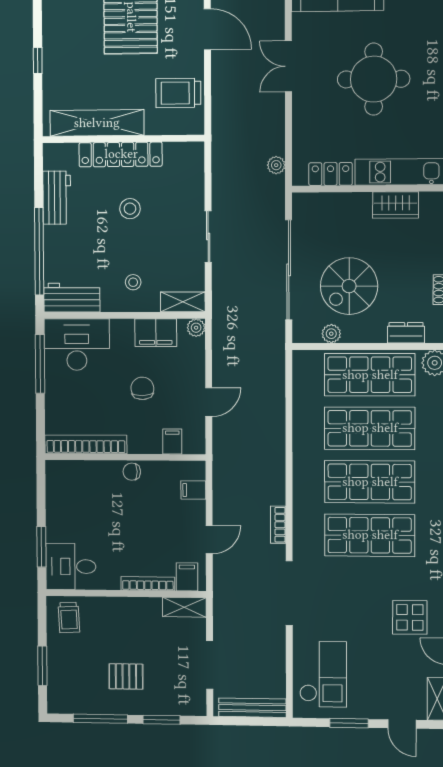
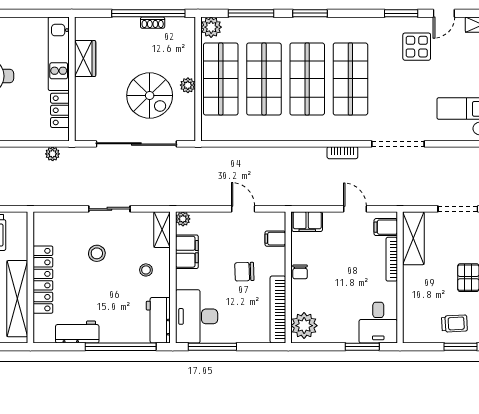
stool: (130, 209) -> (97, 253), moved
dresser: (406, 333) -> (187, 50), removed
plant: (331, 334) -> (188, 85), moved
chair: (142, 388) -> (244, 272), moved
plant: (67, 476) -> (304, 326), added
filing cabinet: (193, 490) -> (307, 222), width x2.00
shelving: (184, 607) -> (413, 238), width x1.50, depth x1.33
trolley: (69, 617) -> (454, 324), moved

